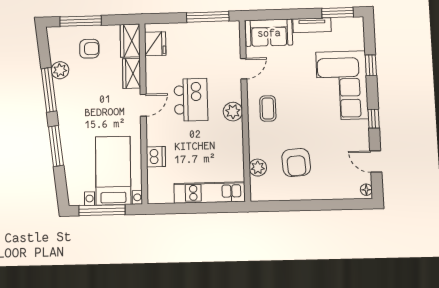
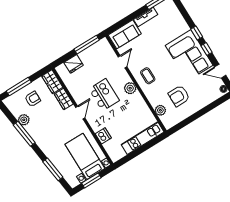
fridge: (155, 44) -> (74, 64), moved, turned 90
window: (371, 65) -> (197, 33), moved
corner sofa: (342, 85) -> (189, 55), moved
window: (56, 146) -> (53, 169), moved
armchair: (296, 163) -> (179, 96), turned 94
window: (102, 210) -> (91, 180), width x0.69

